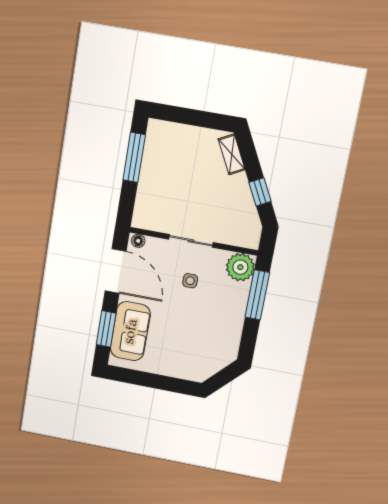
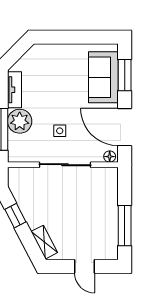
door: (189, 117) -> (85, 266), added
sliding door: (191, 241) -> (65, 165), width x1.37
plant: (240, 267) -> (20, 121), moved
tv unit: (233, 336) -> (14, 90), added

